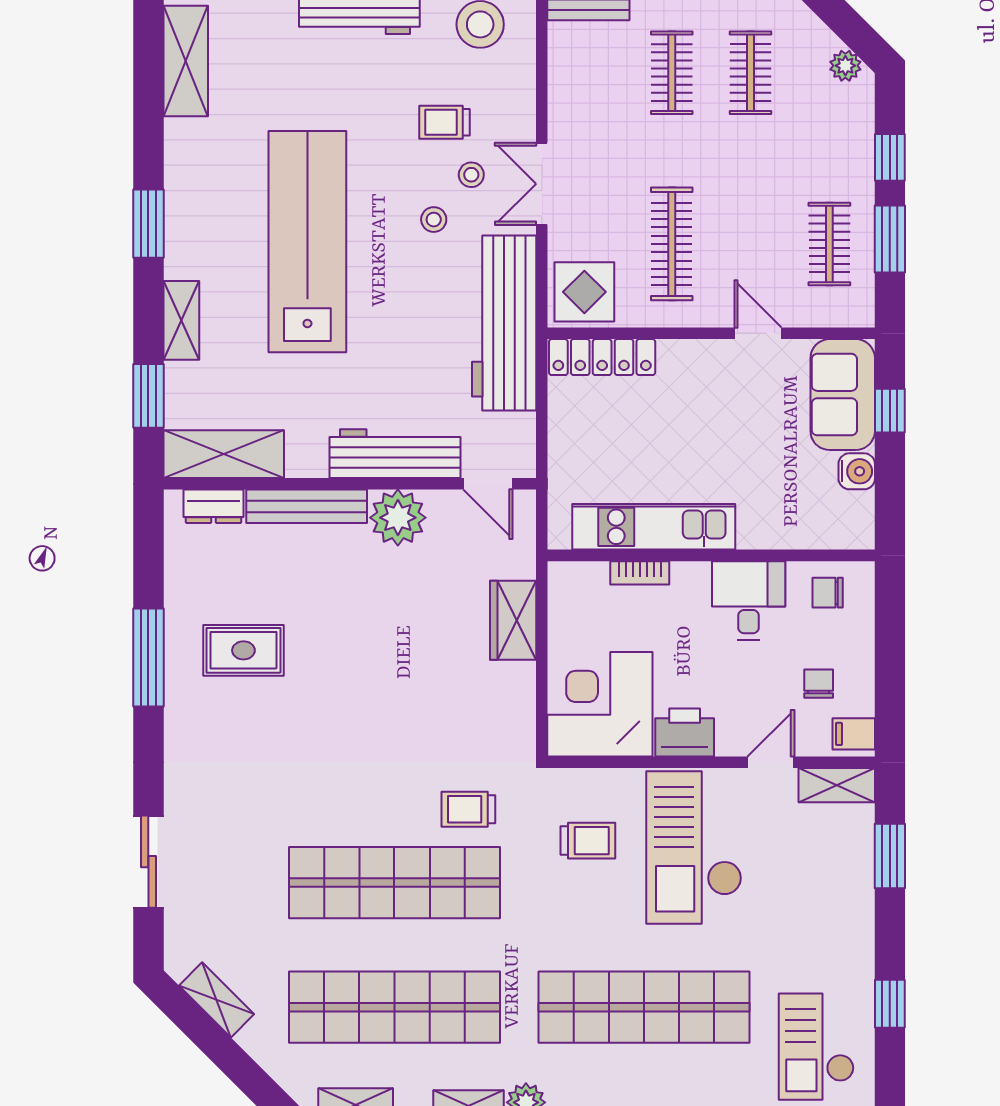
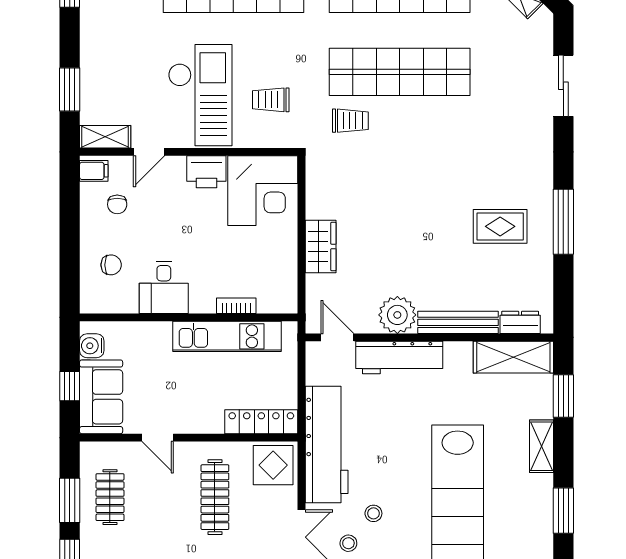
kitchen unit: (654, 527) -> (227, 336), moved
wall: (711, 555) -> (189, 317), moved
bookcase: (640, 573) -> (236, 306), moved
desk: (749, 600) -> (164, 287), moved

